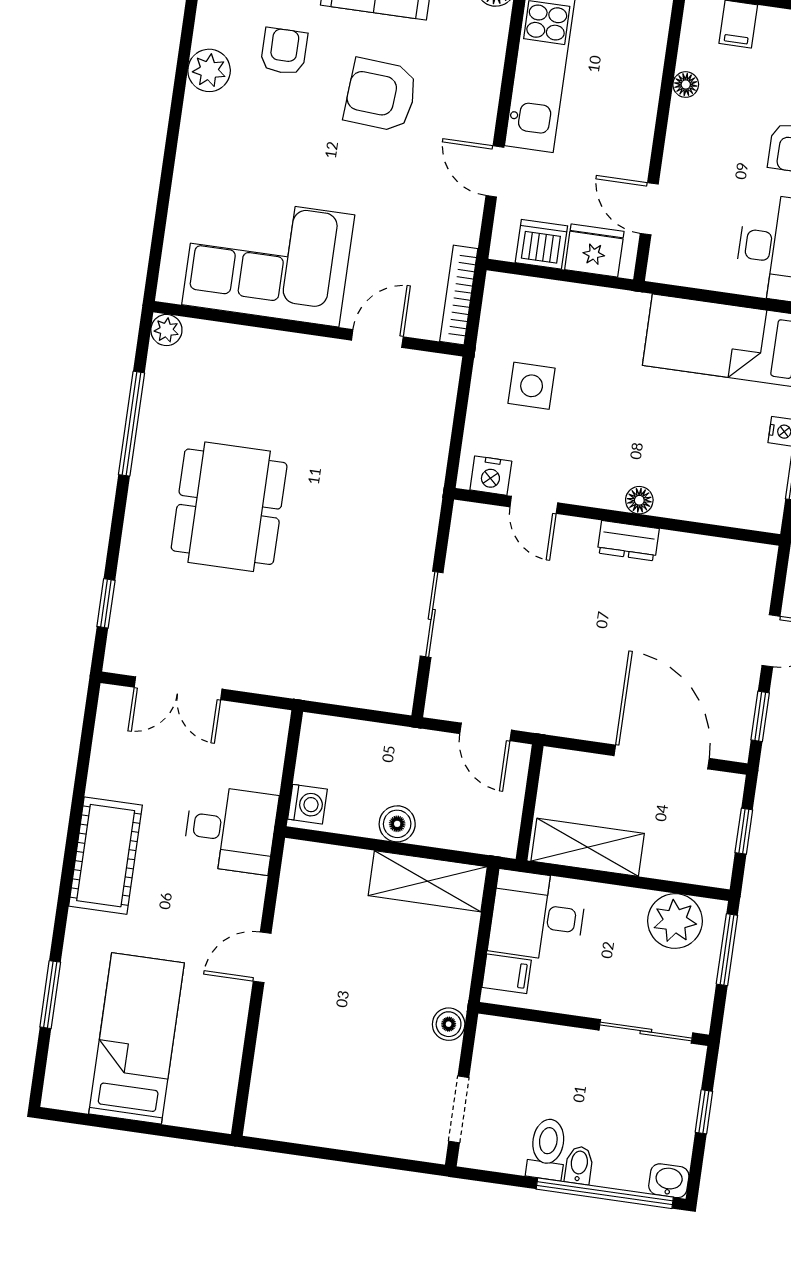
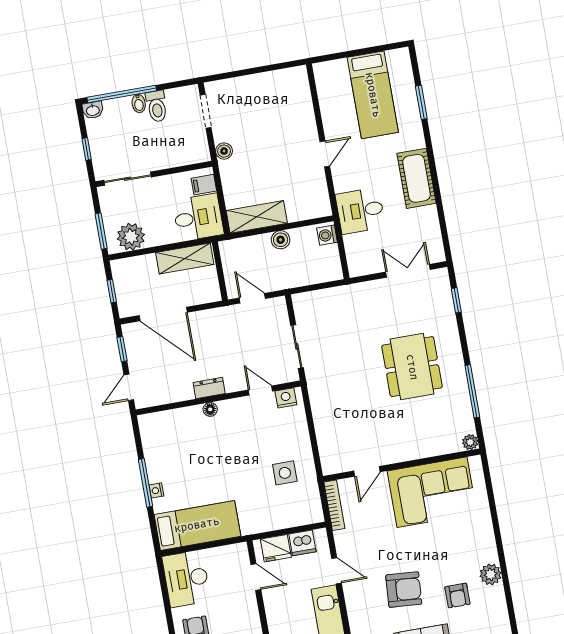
nightstand: (491, 476) -> (286, 398), moved
floor lamp: (639, 500) -> (210, 409), moved
door: (534, 505) -> (260, 390), moved
wall: (617, 517) -> (218, 398), moved
dresser: (628, 541) -> (209, 388), moved

